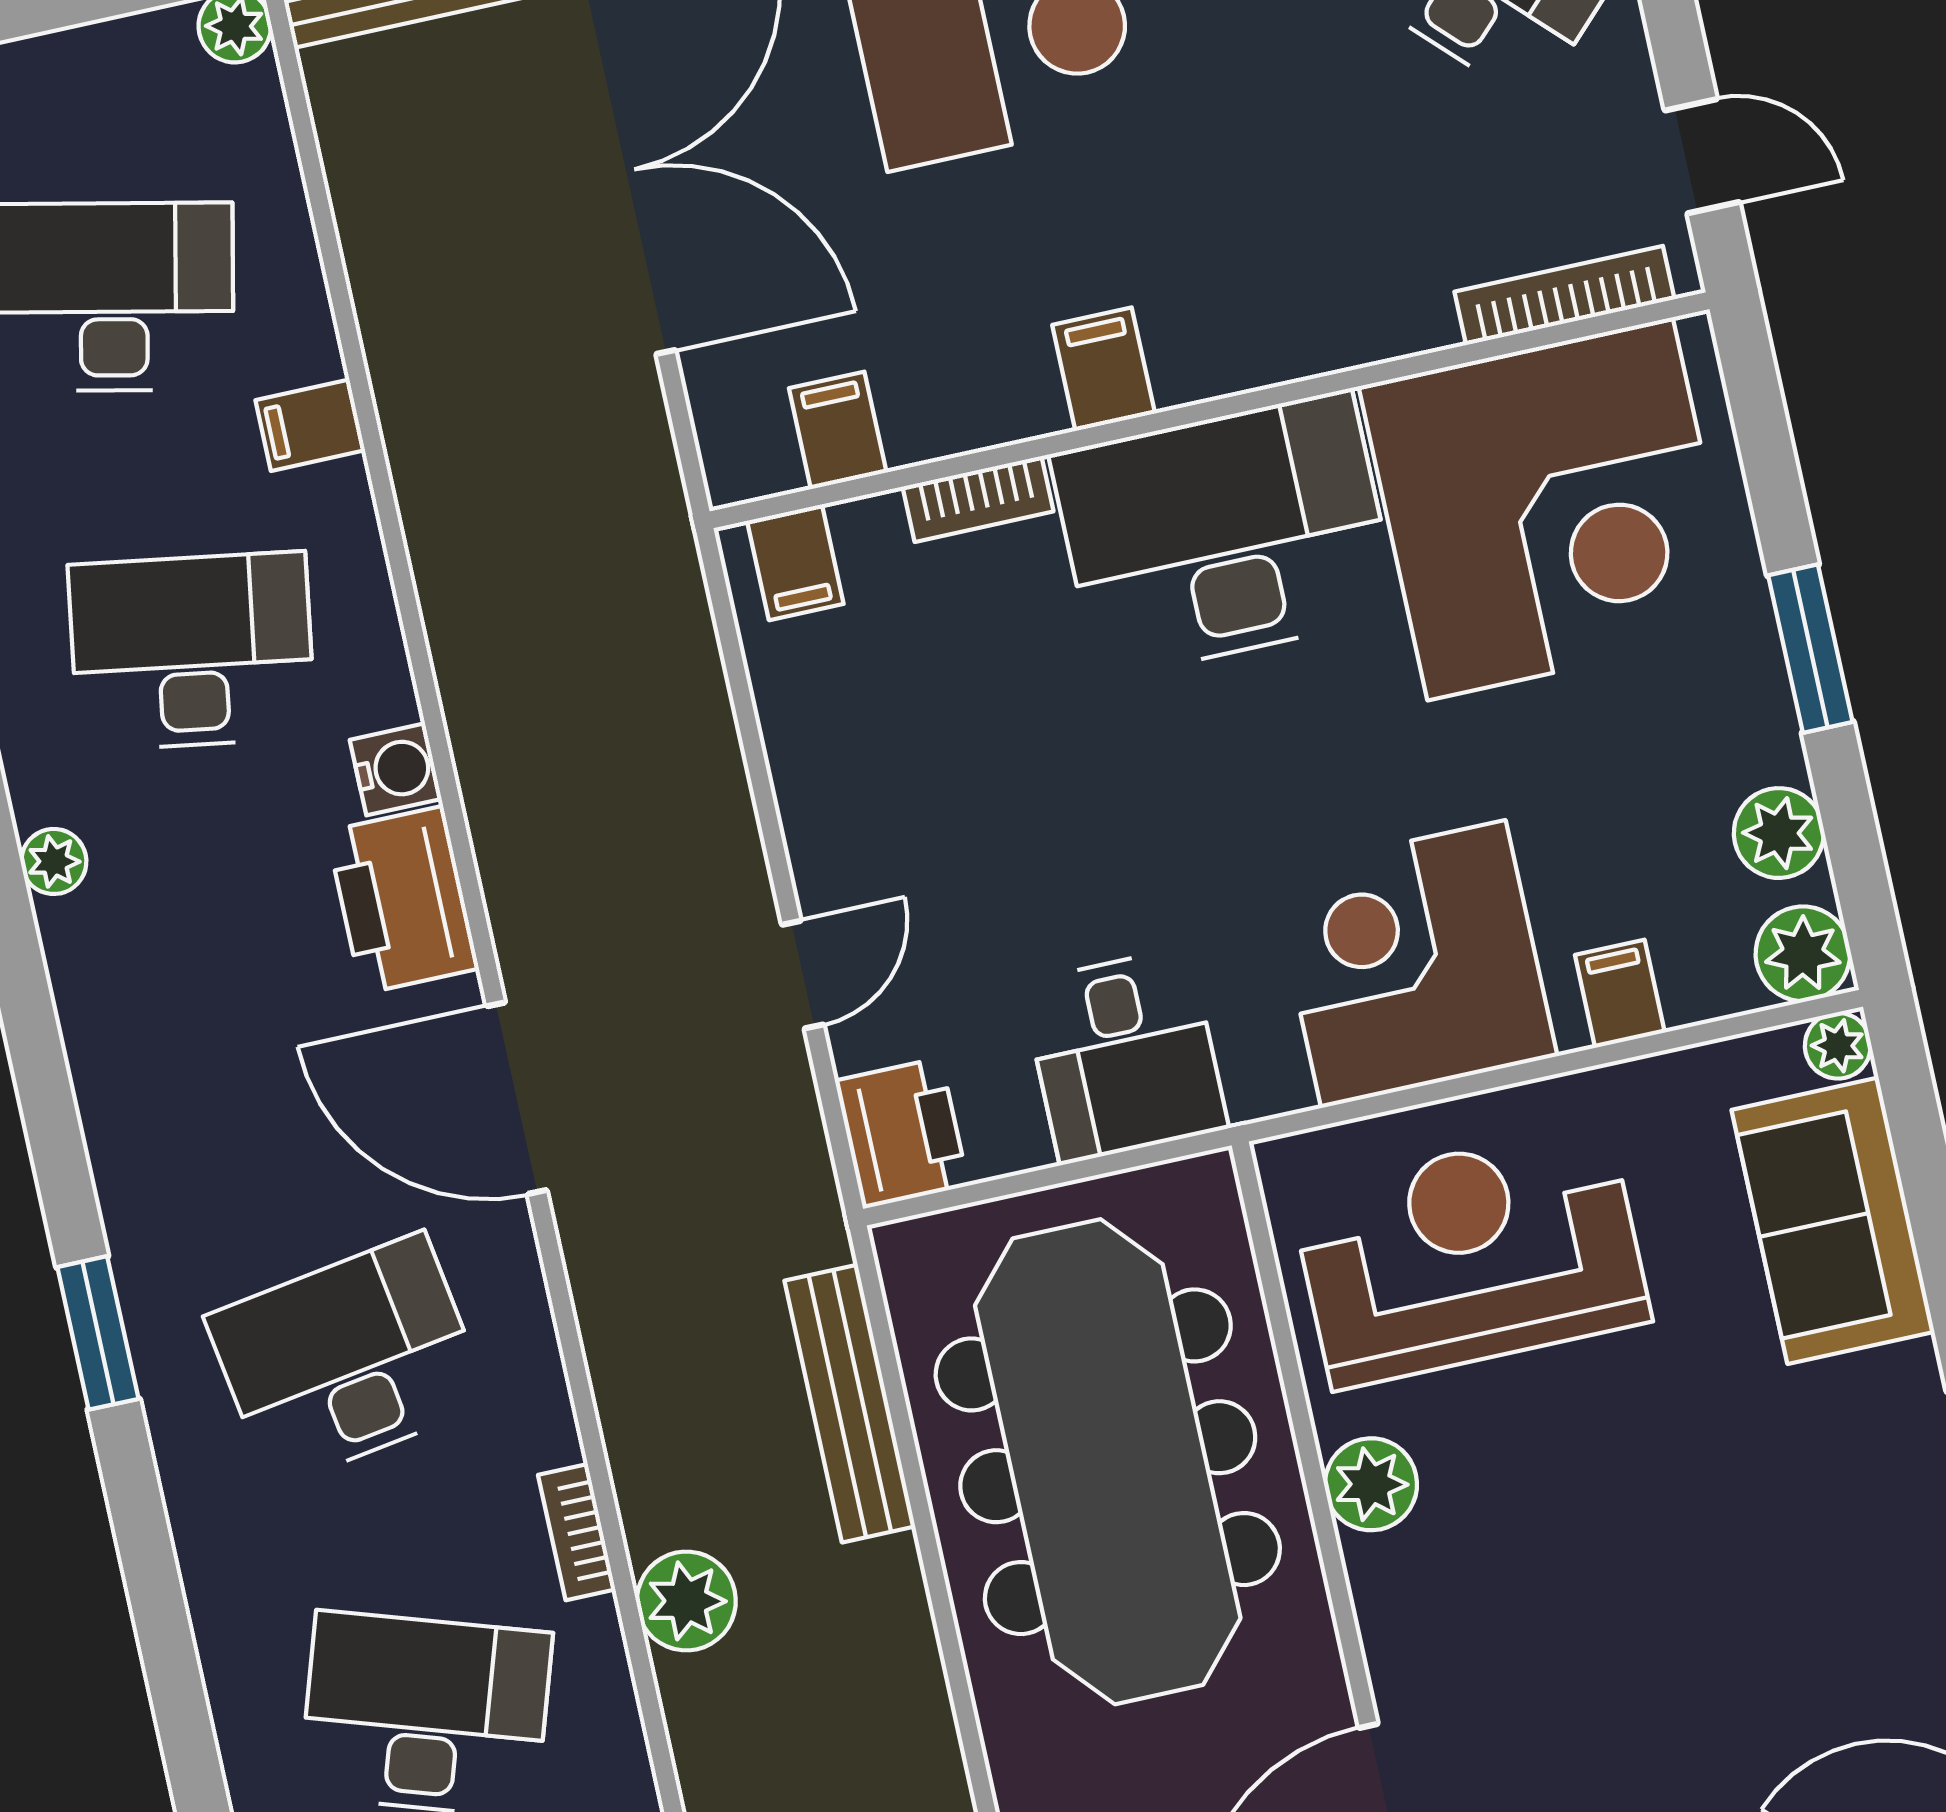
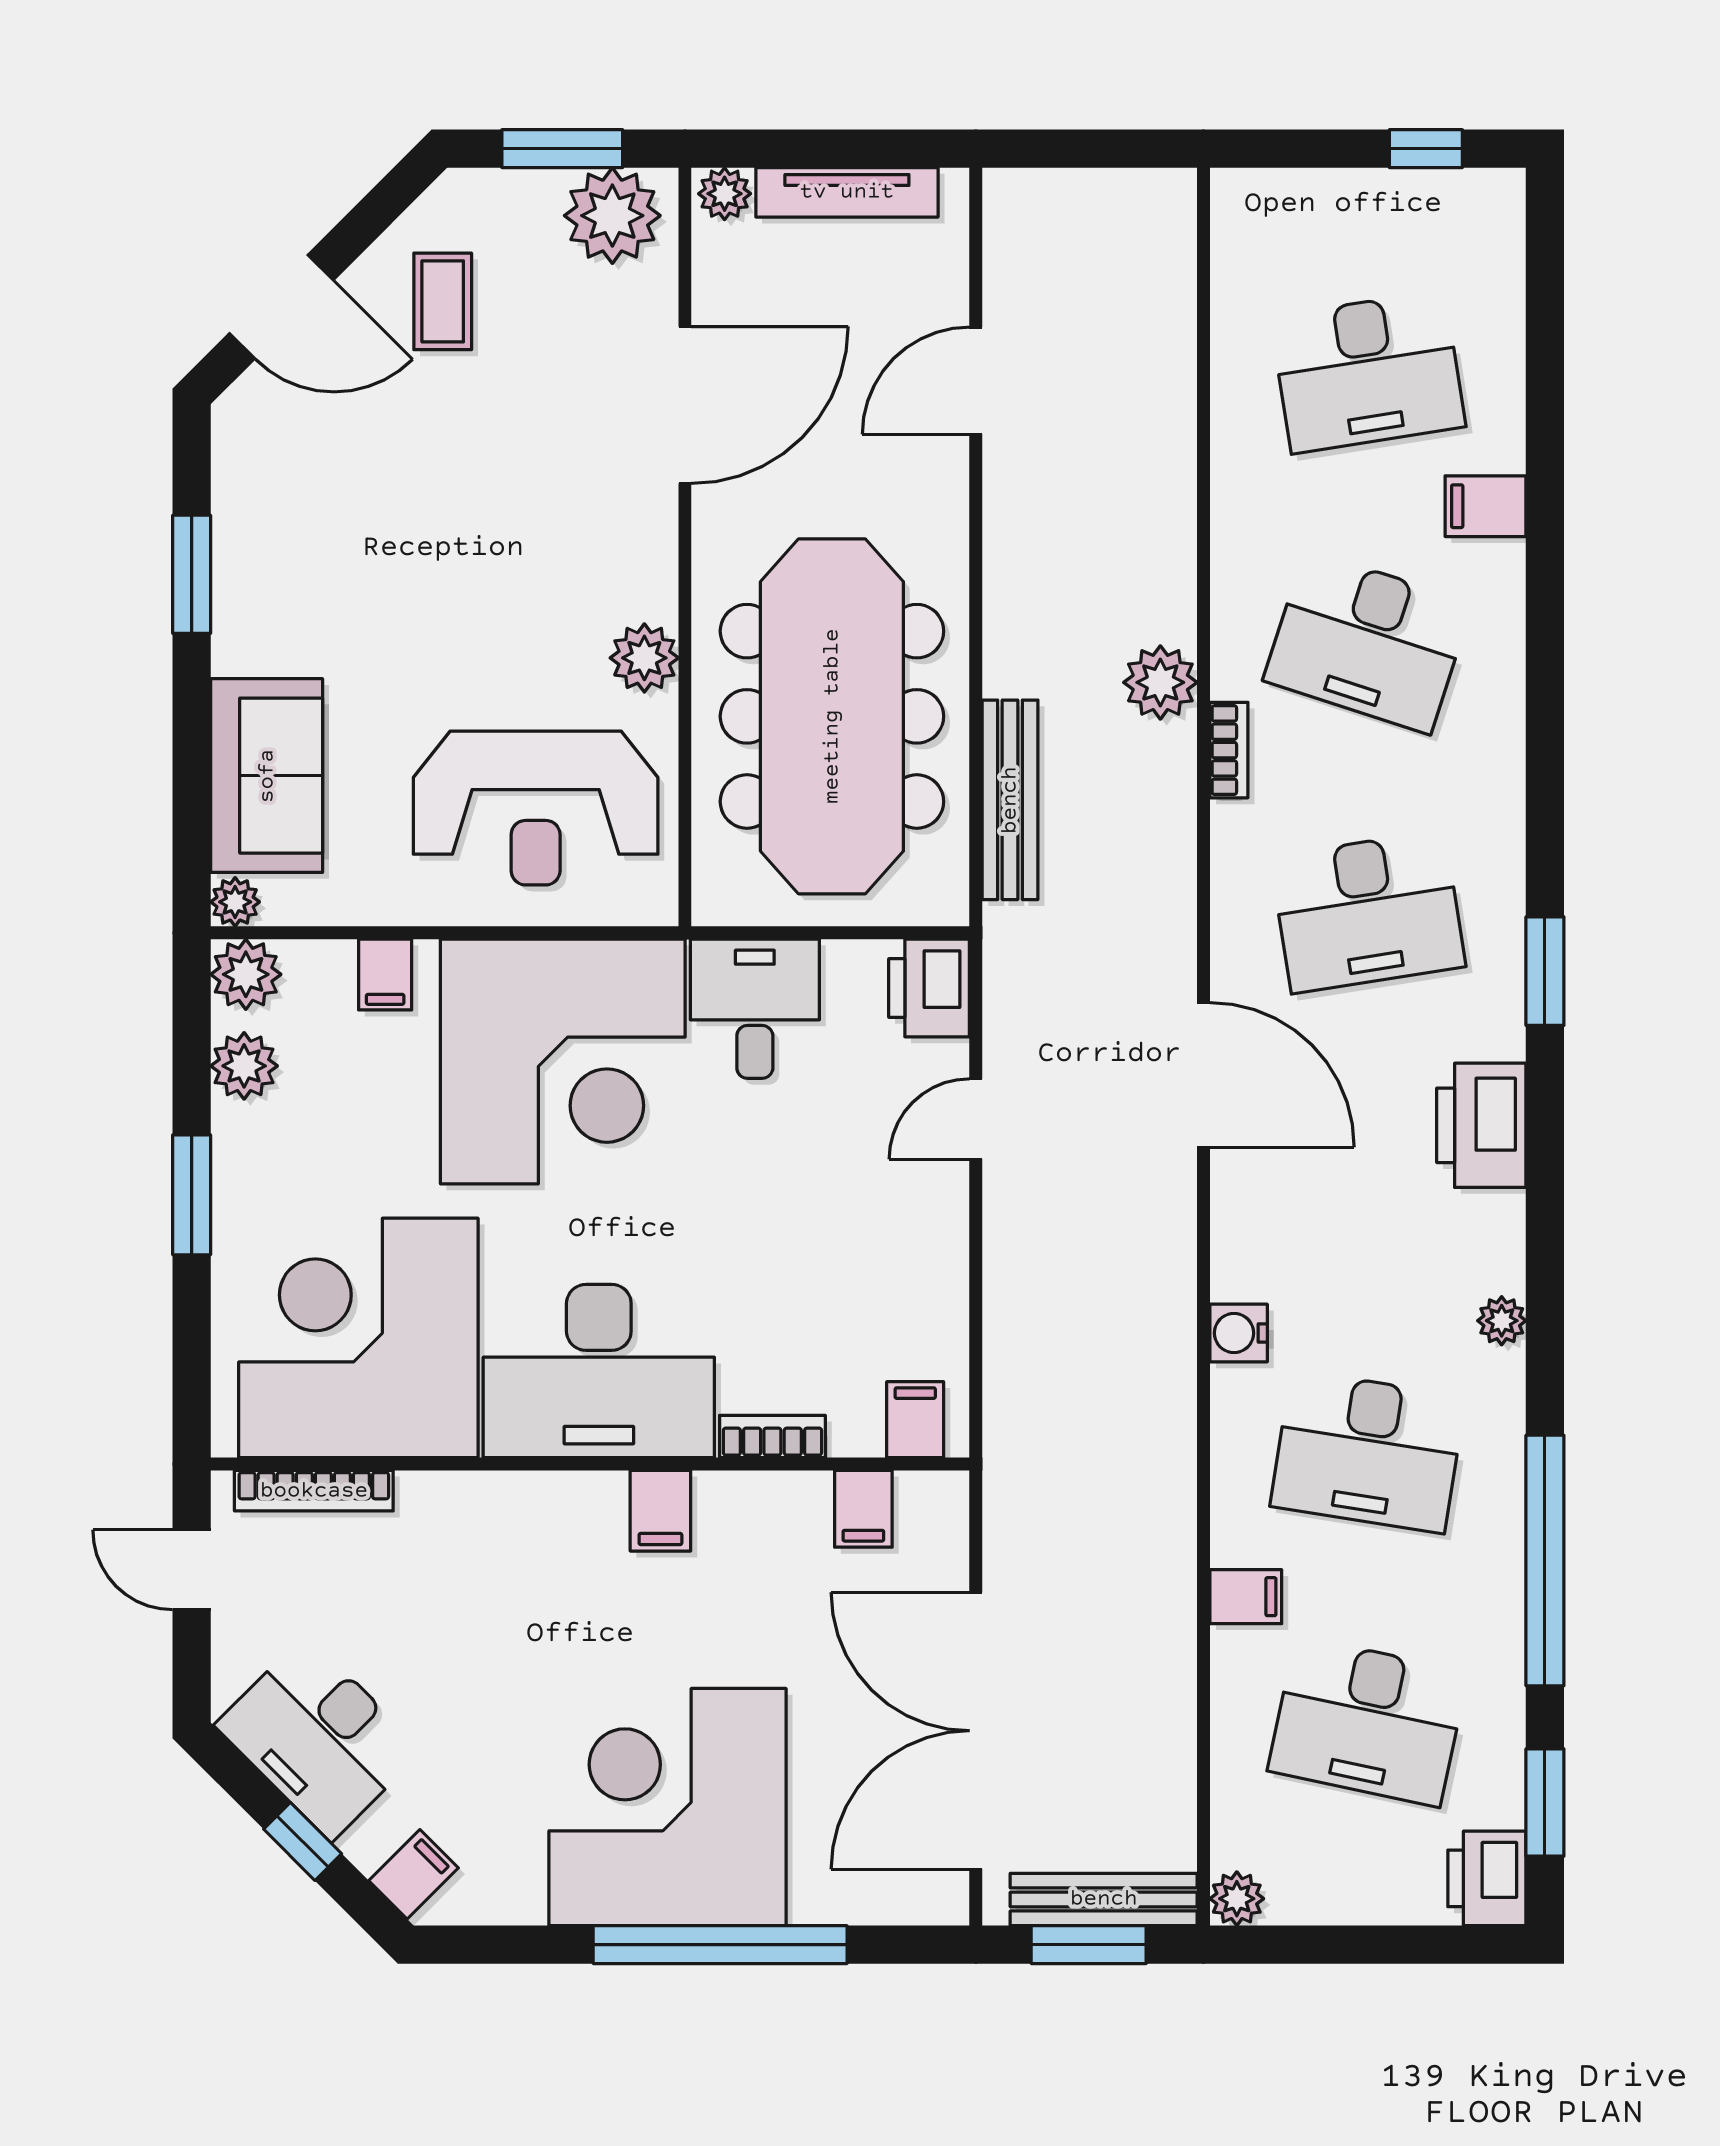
printer: (403, 900) -> (1481, 1125), moved, turned 180
corner desk: (1413, 964) -> (563, 1061), width x1.36, depth x1.36

